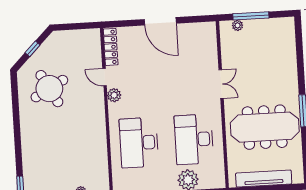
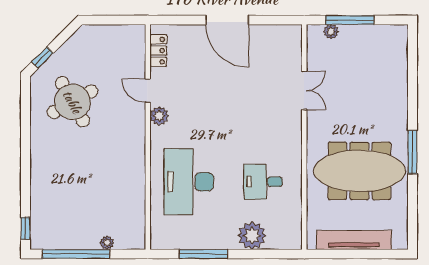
locker: (111, 47) -> (158, 51), width x0.66
window: (33, 49) -> (42, 58), moved
double door: (221, 84) -> (304, 90), moved
desk: (194, 139) -> (263, 182), width x0.53, depth x0.77

